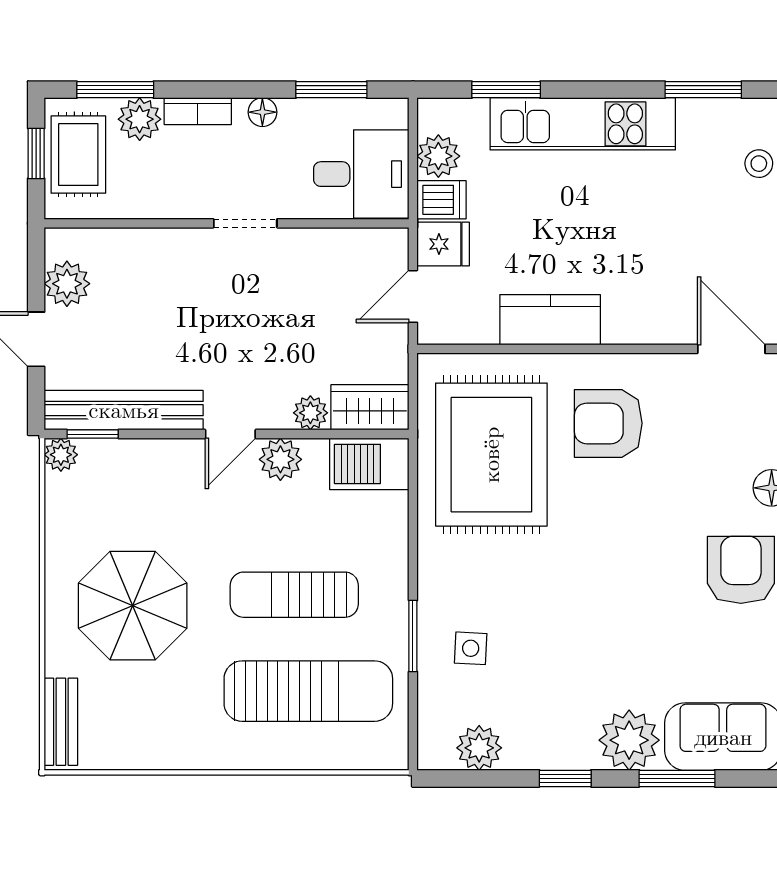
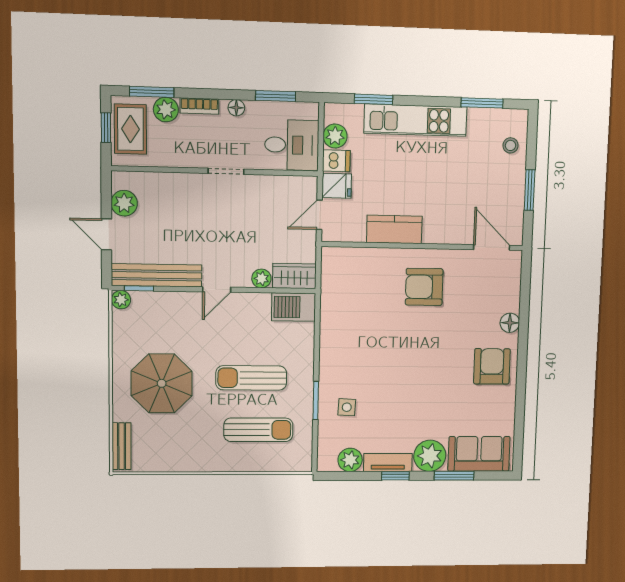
rug: (491, 455) -> (360, 303), removed
plant: (280, 459) -> (244, 304), removed
sun lounger: (308, 691) -> (258, 430), width x0.73, depth x0.75
tv unit: (550, 753) -> (388, 463), added

